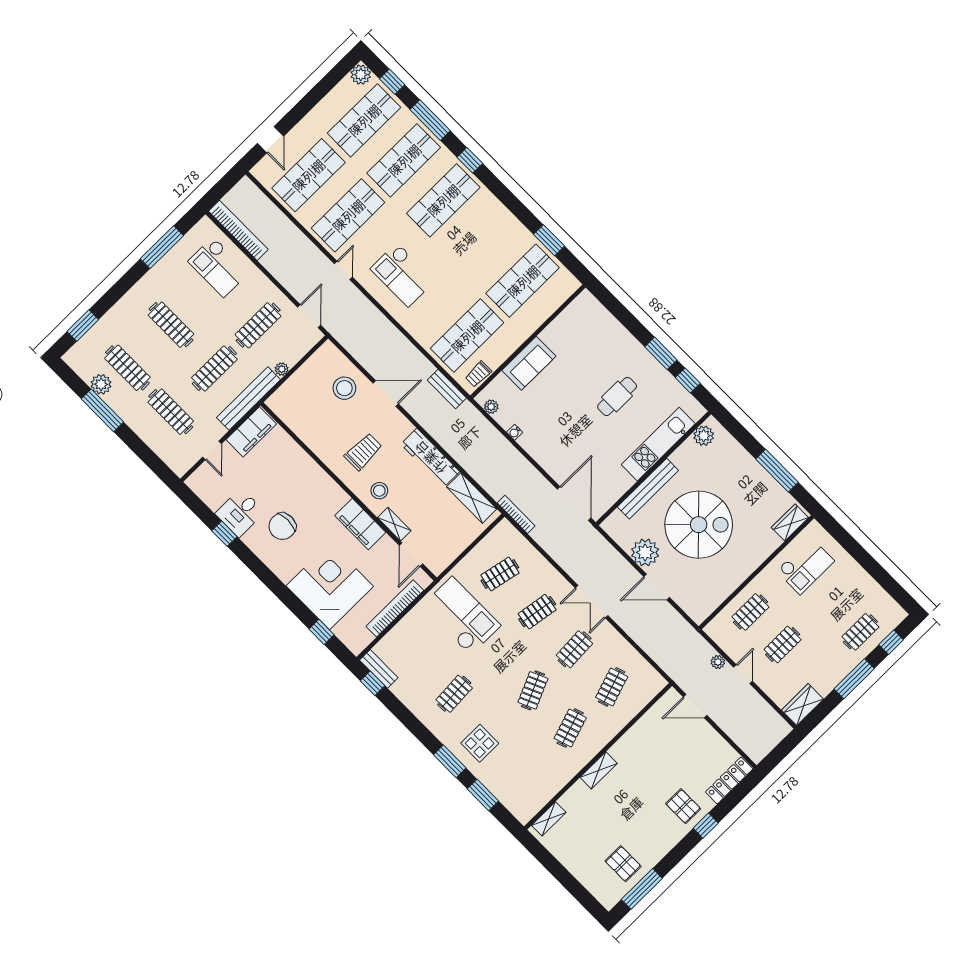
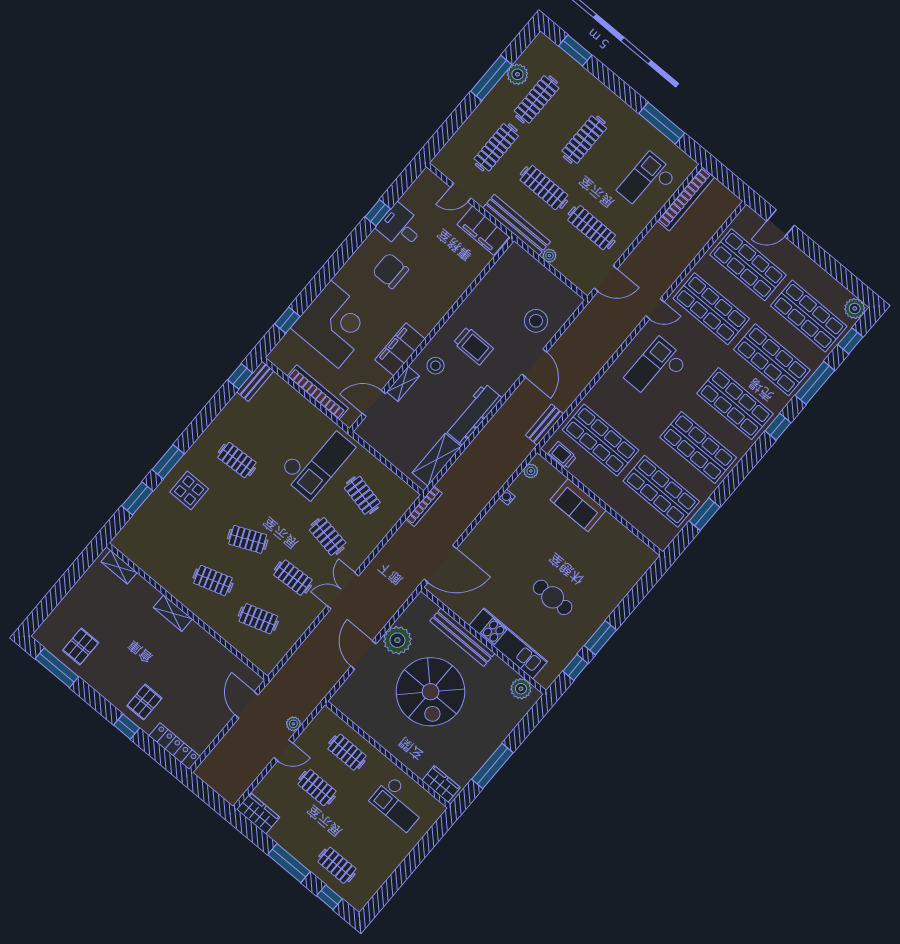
shop shelf: (483, 240) -> (698, 447), added

